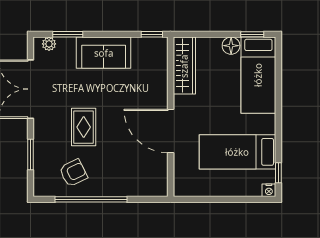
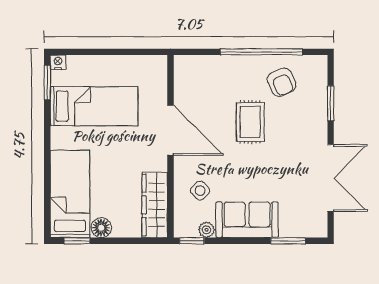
plant: (49, 44) -> (206, 230), moved
side table: (145, 78) -> (200, 191), added
rug: (84, 127) -> (250, 122), moved
armchair: (73, 173) -> (282, 82), turned -89
window: (278, 173) -> (47, 82), width x1.50

